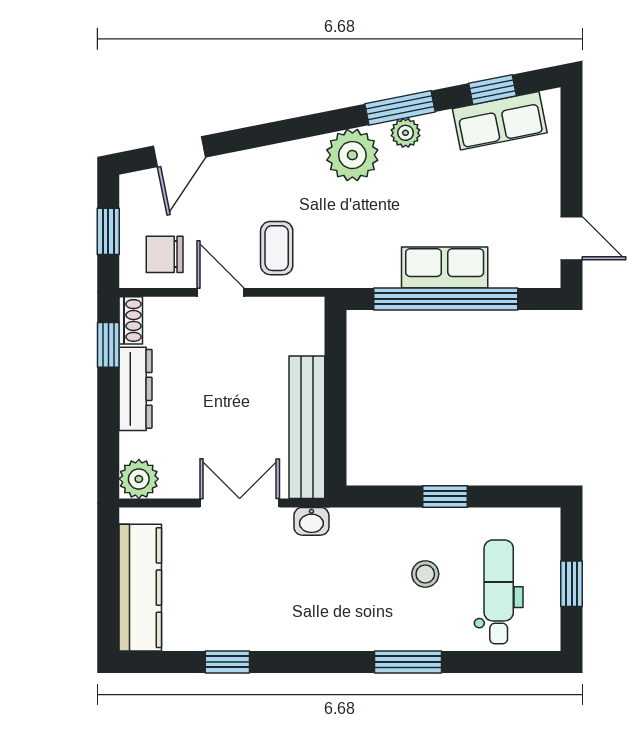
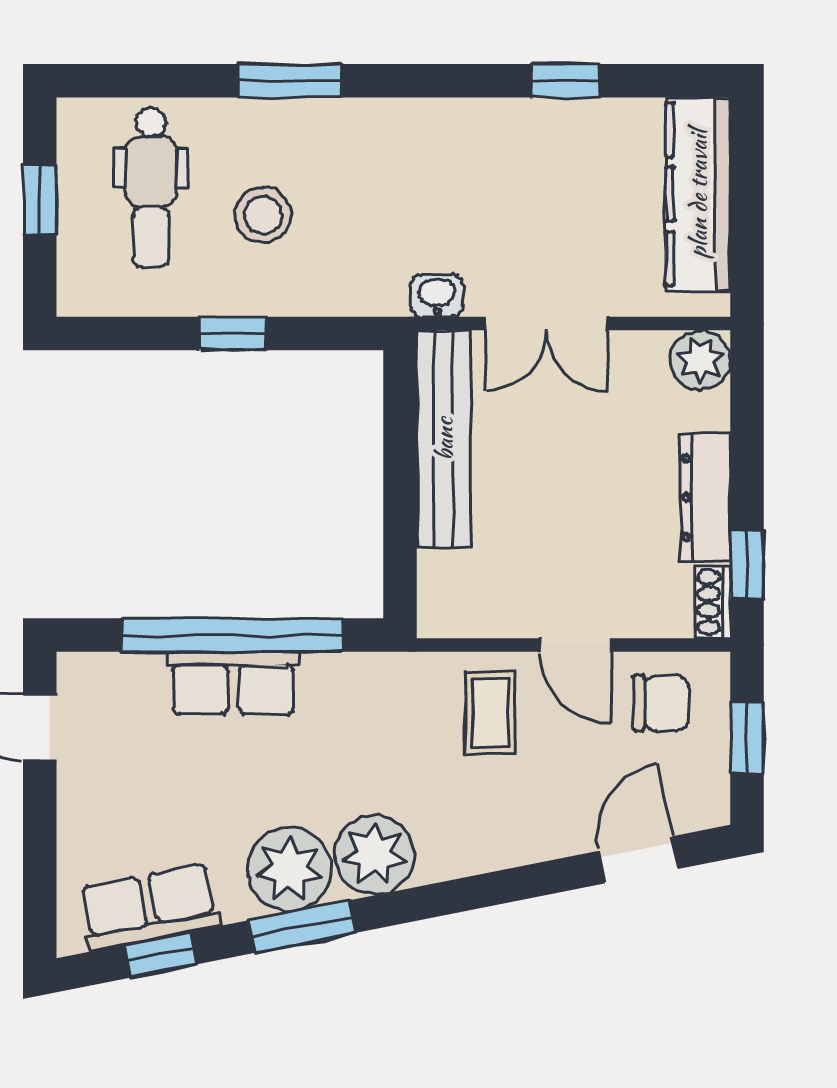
plant: (406, 133) -> (289, 869), width x1.87, depth x1.87
stool: (425, 574) -> (263, 215), width x1.37, depth x1.37

